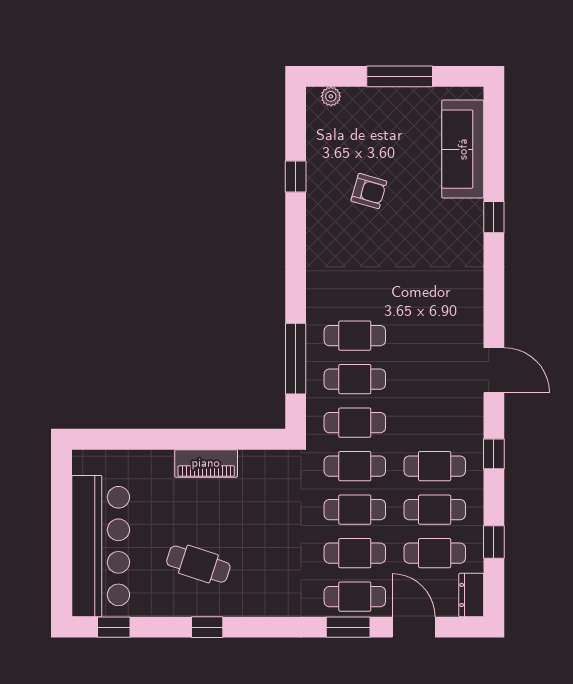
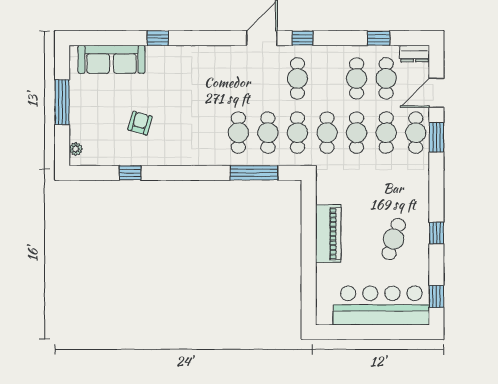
window: (494, 454) -> (303, 38), moved
piano: (206, 463) -> (328, 234), width x1.37, depth x1.33
cafe table: (435, 466) -> (297, 78), moved

